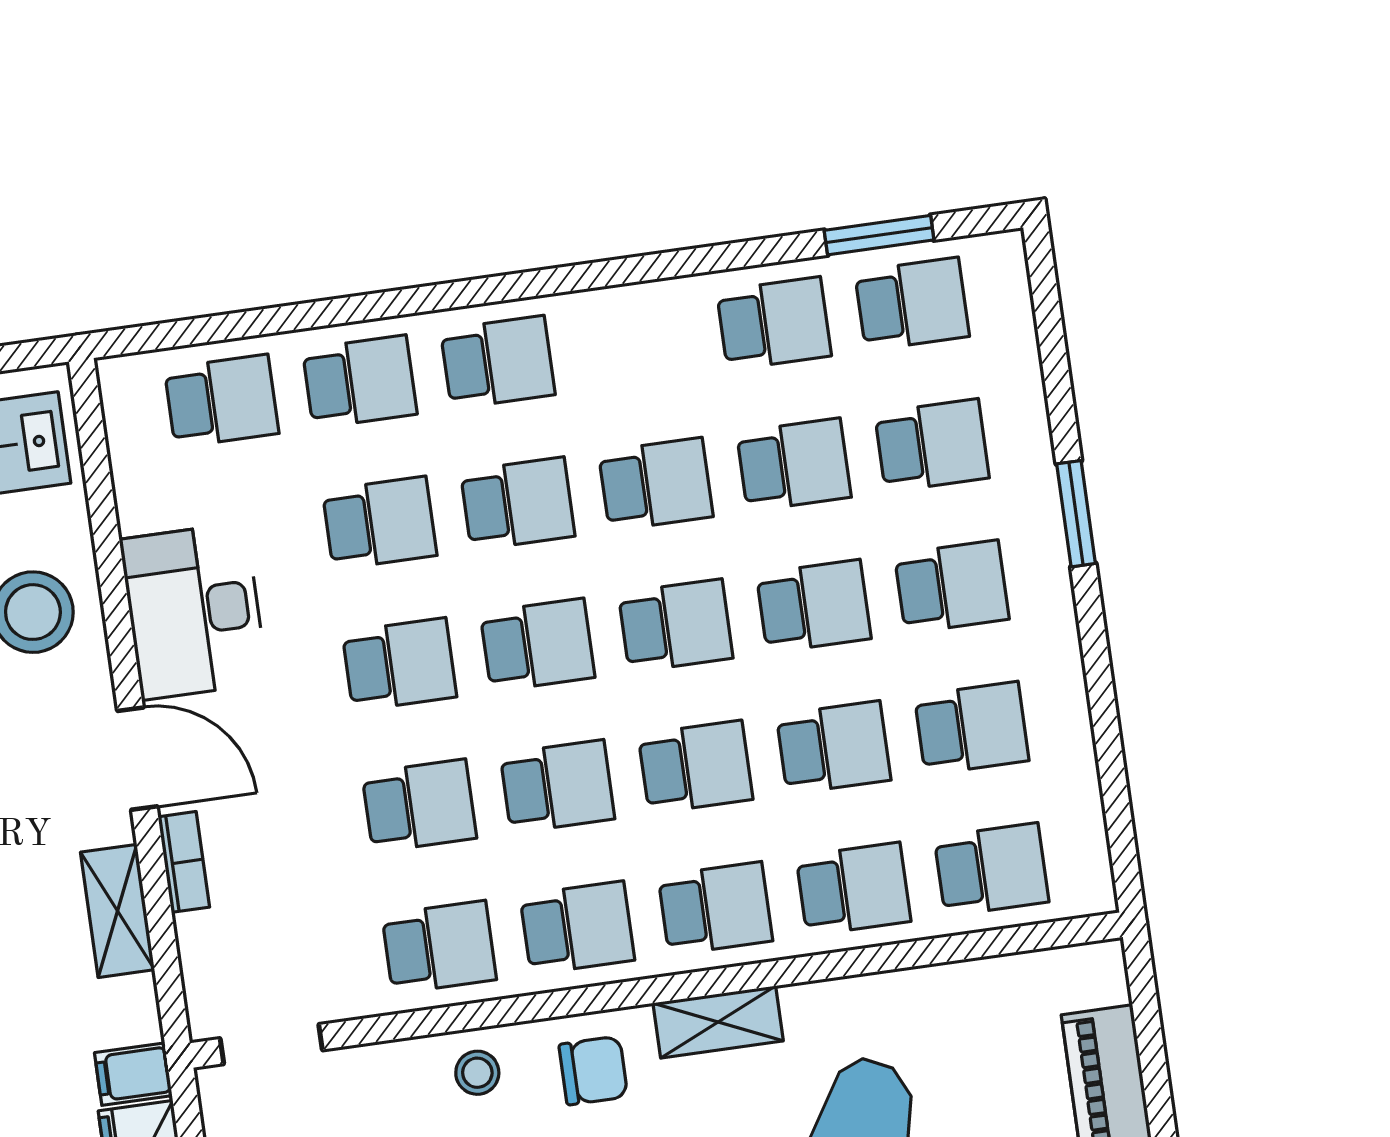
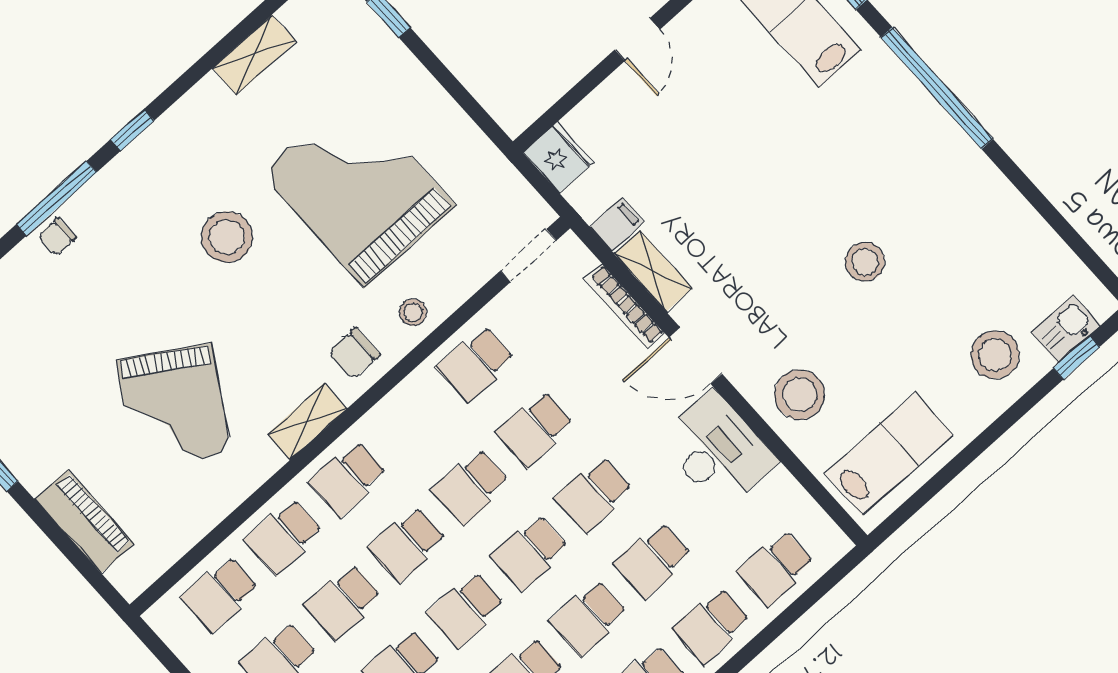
bookcase: (184, 862) -> (625, 306), width x1.56
school desk: (577, 928) -> (412, 421), removed
filing cabinet: (133, 1074) -> (617, 224), moved

